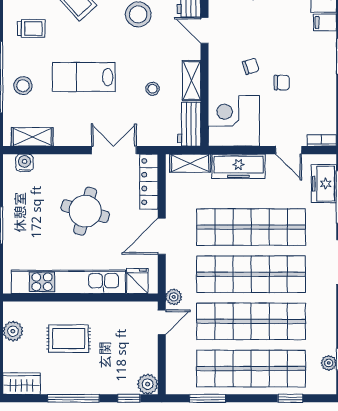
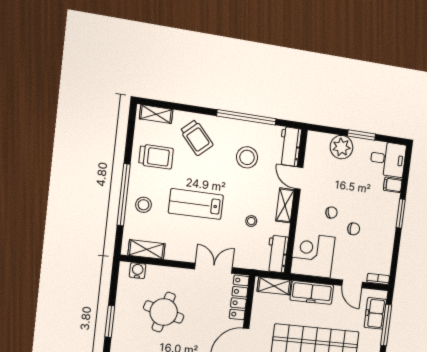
trolley: (31, 28) -> (156, 157), width x1.36, depth x1.39
shelving: (192, 80) -> (285, 205), moved
round table: (85, 211) -> (164, 312), moved

